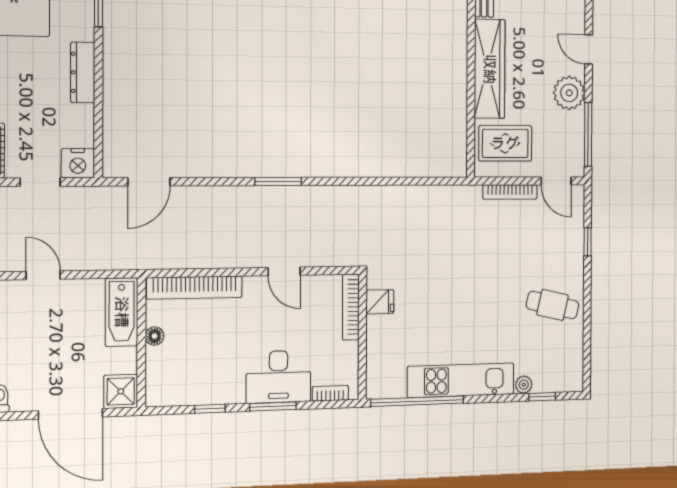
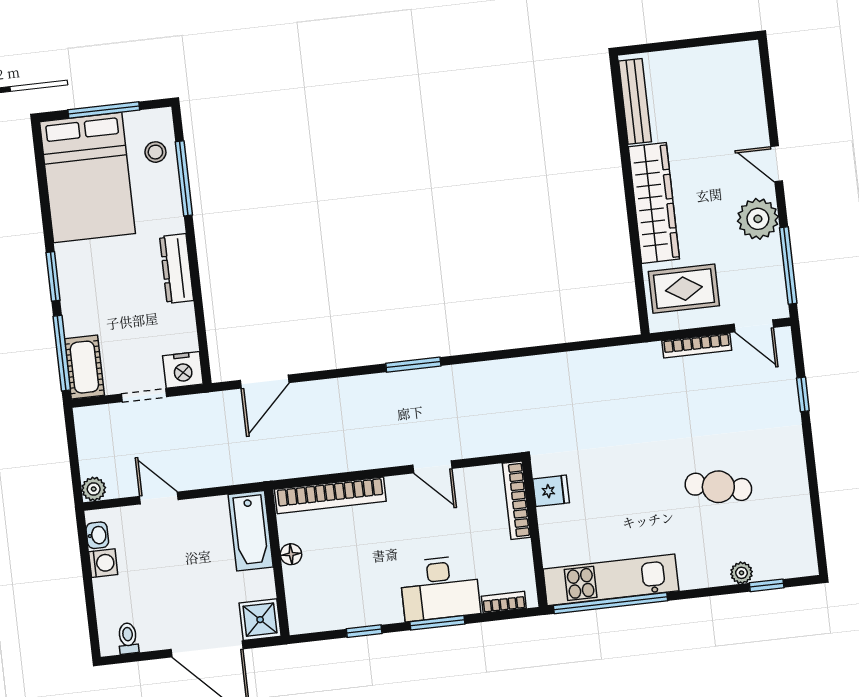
cafe table: (553, 305) -> (718, 487), moved
kitchen unit: (461, 380) -> (611, 580), moved

